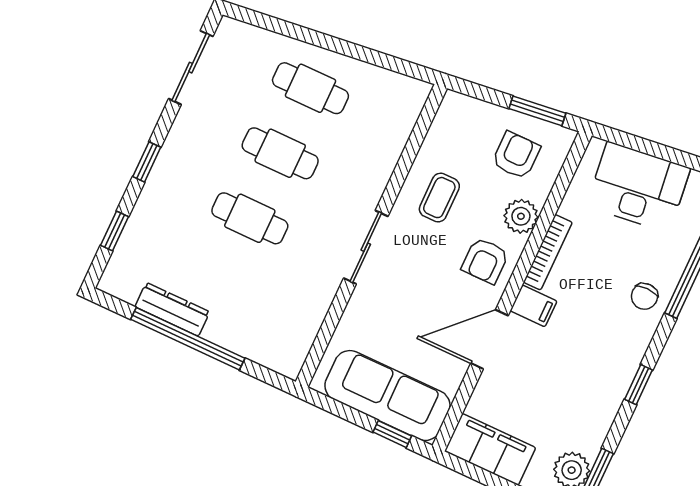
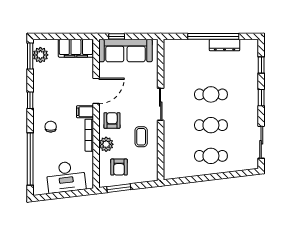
chair: (644, 296) -> (51, 127), moved

